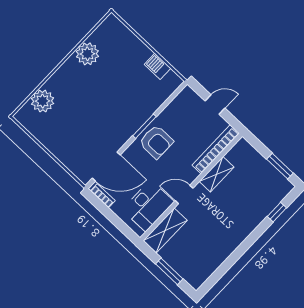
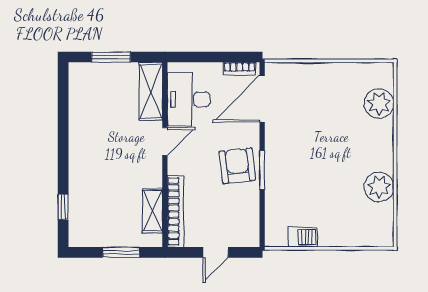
armchair: (156, 142) -> (237, 166), turned 83
window: (280, 166) -> (121, 252), moved
shelving: (217, 174) -> (153, 211), moved

